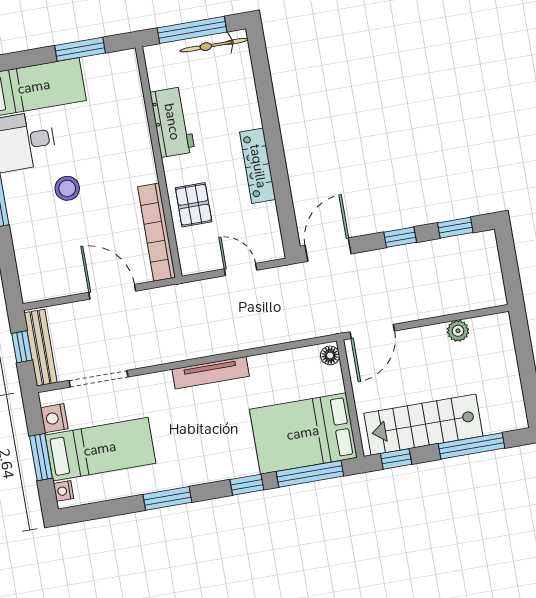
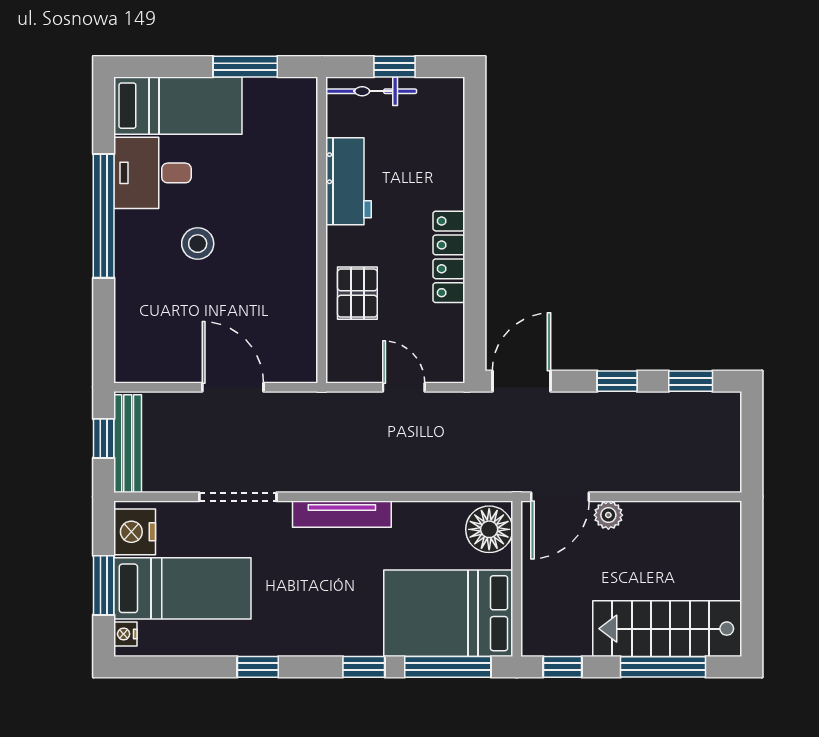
window: (192, 30) -> (394, 67), width x0.46
bicycle: (214, 45) -> (371, 91), moved
bookcase: (157, 232) -> (303, 320), removed
plant: (458, 331) -> (608, 515), moved
floor lamp: (330, 355) -> (489, 529), width x1.89, depth x1.89
doorway: (98, 379) -> (238, 497), moved
nightstand: (54, 418) -> (135, 532), width x1.36, depth x1.33
stairs: (423, 425) -> (667, 629), moved
window: (167, 498) -> (258, 667), width x0.67

